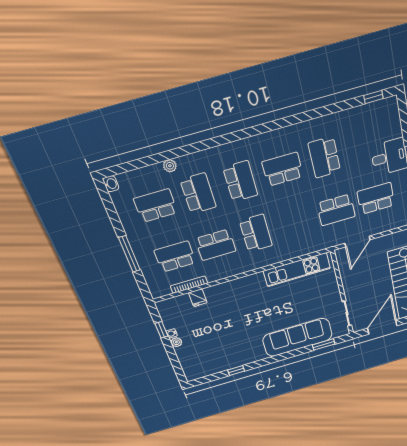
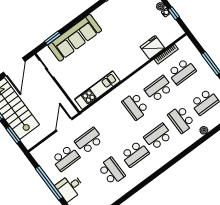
school desk: (240, 181) -> (158, 137), turned 90
fridge: (198, 298) -> (152, 47), width x1.88, depth x1.34

